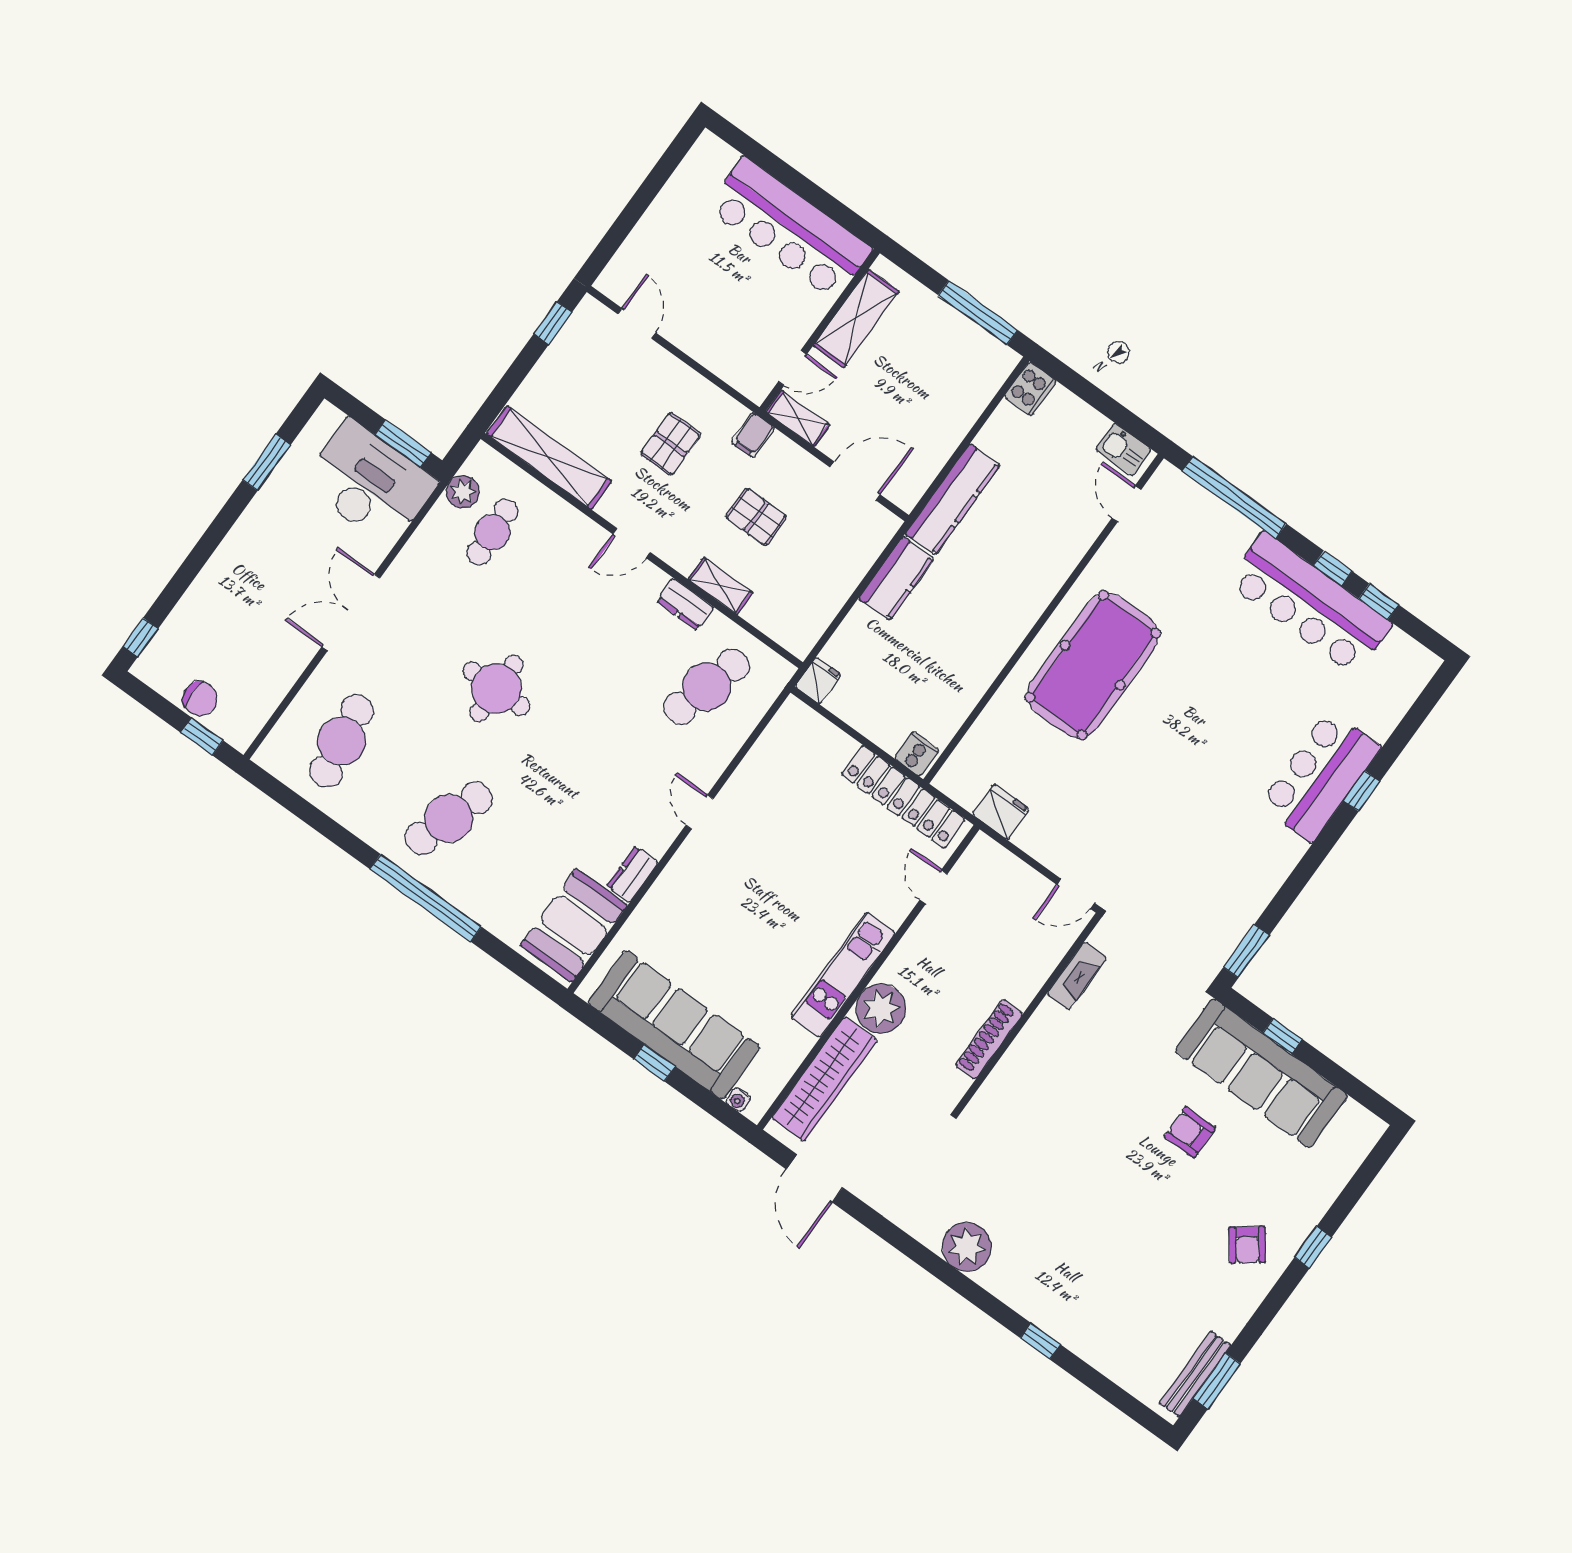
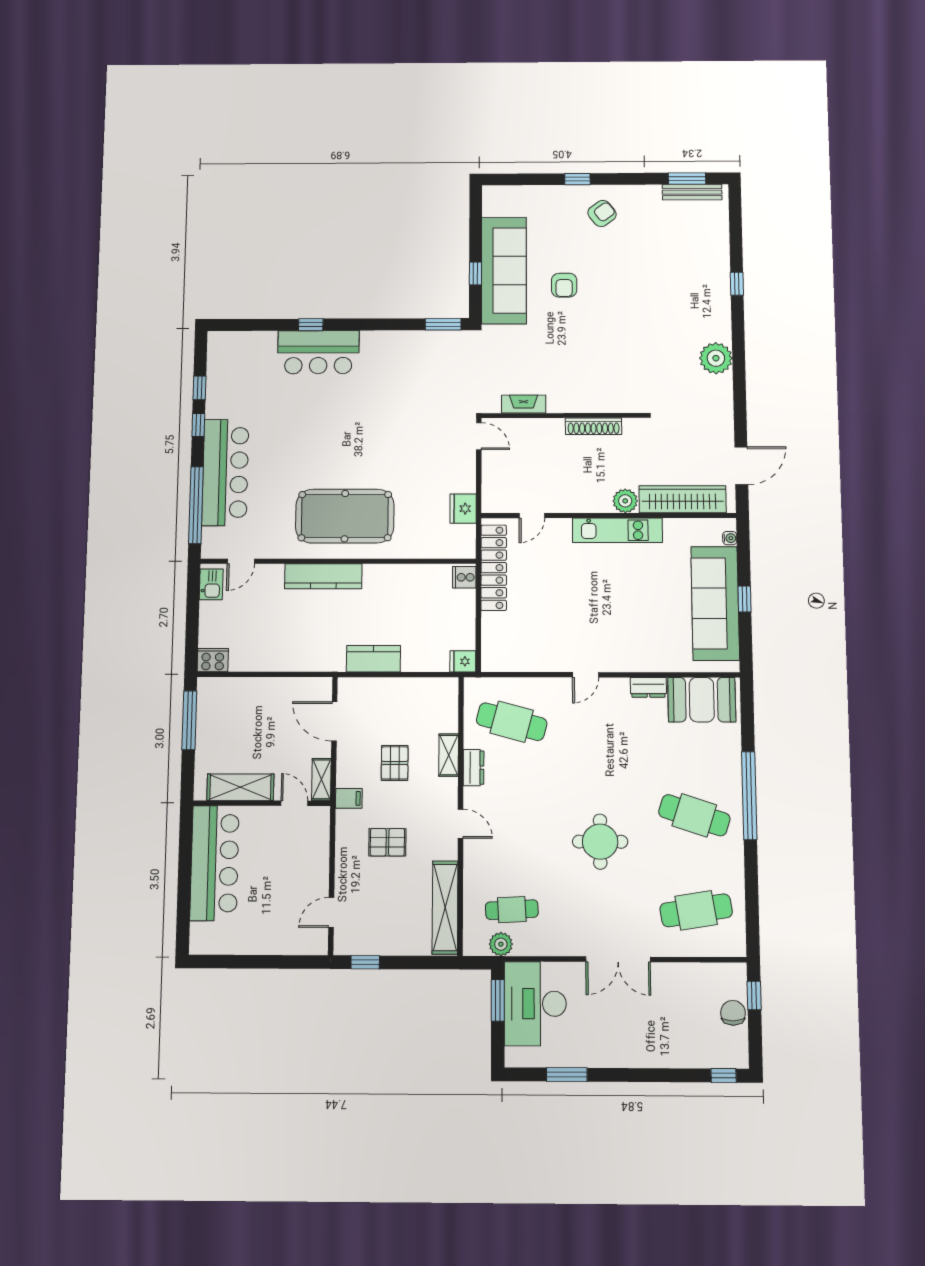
kitchen counter: (953, 499) -> (323, 576), moved, turned 180
bar counter: (1309, 603) -> (225, 472), moved
plant: (881, 1008) -> (625, 501), width x0.73, depth x0.73

